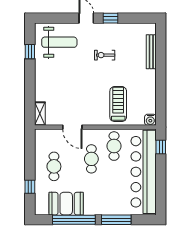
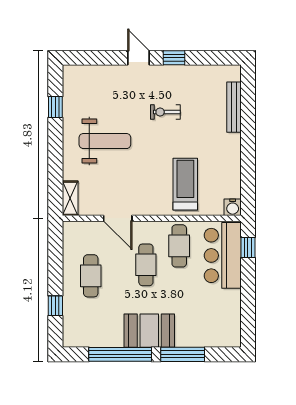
weight bench: (59, 42) -> (105, 141), moved
bar counter: (144, 172) -> (223, 255), width x0.54
booth: (66, 204) -> (149, 331), moved

